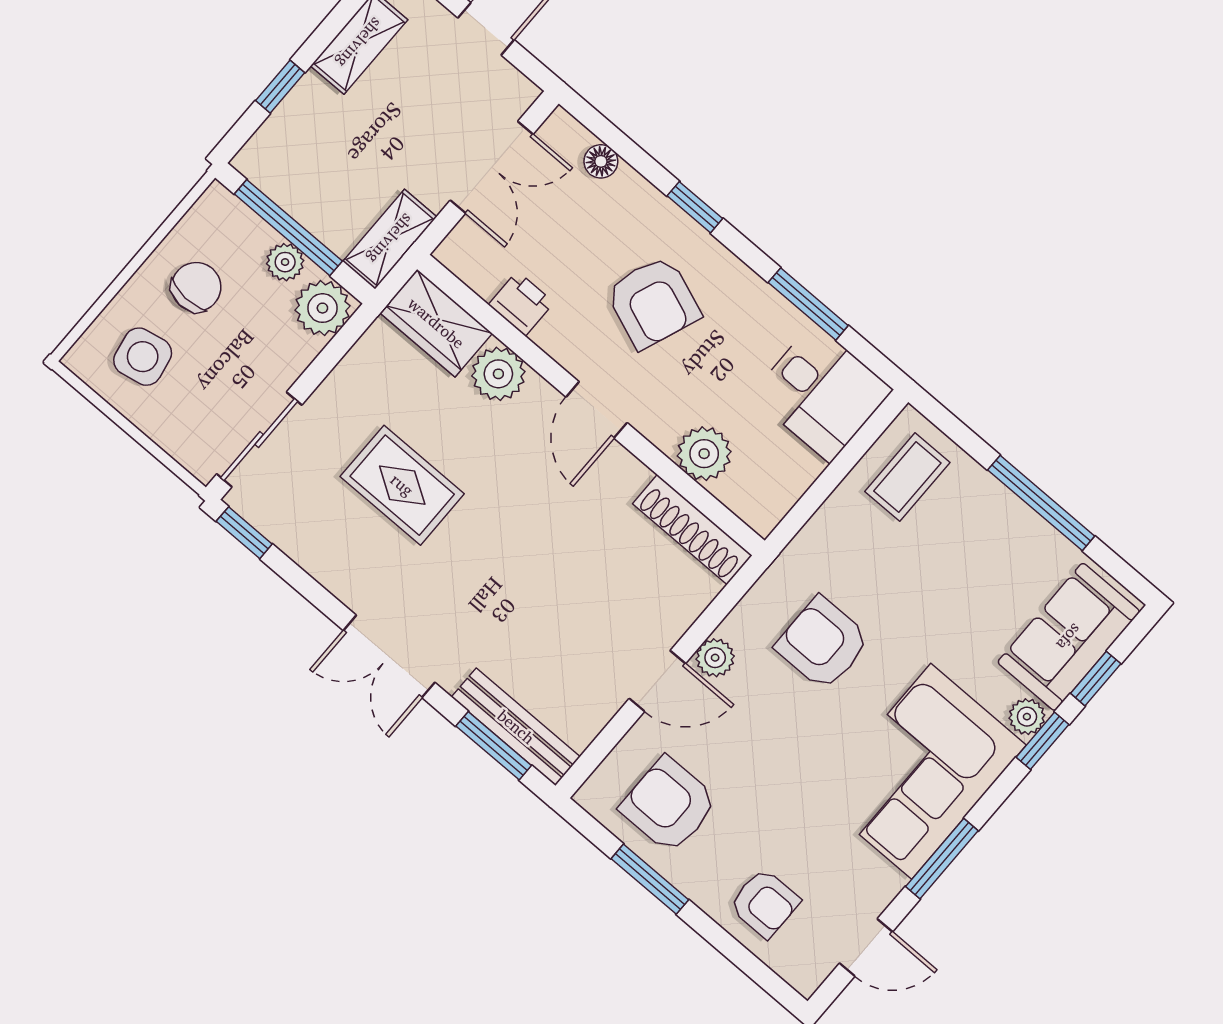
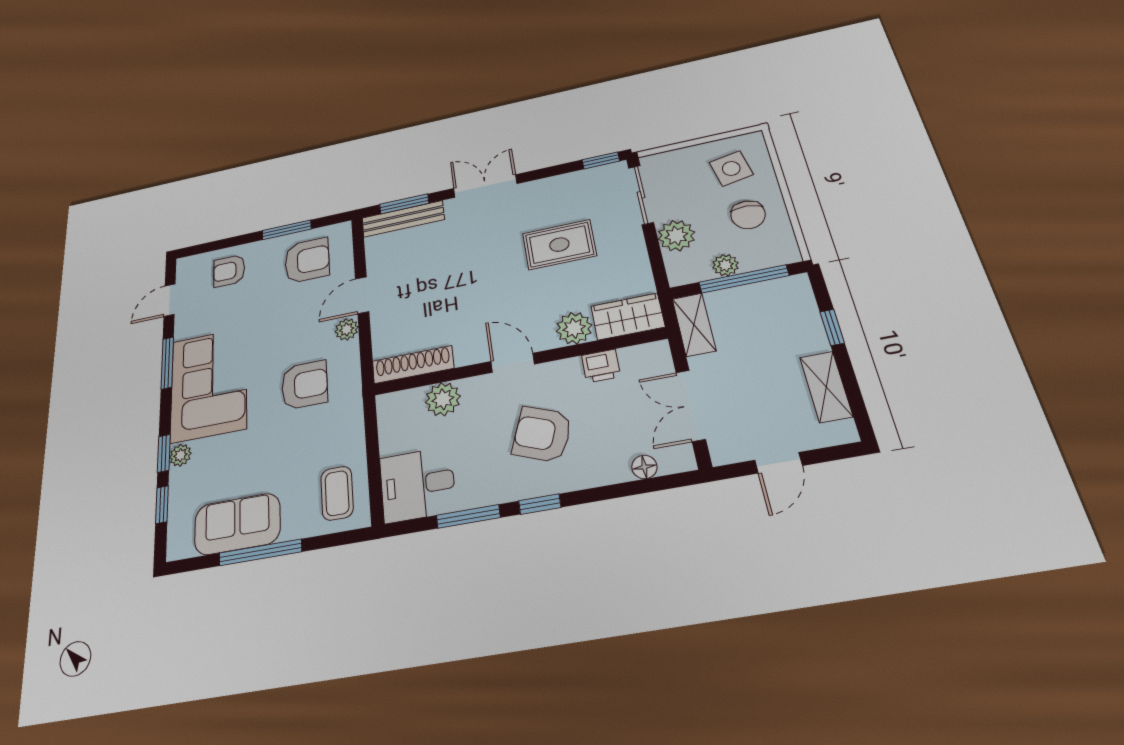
window: (695, 207) -> (540, 504), moved
plant: (322, 308) -> (676, 236), moved
sofa: (1069, 637) -> (237, 524), moved, turned -90

